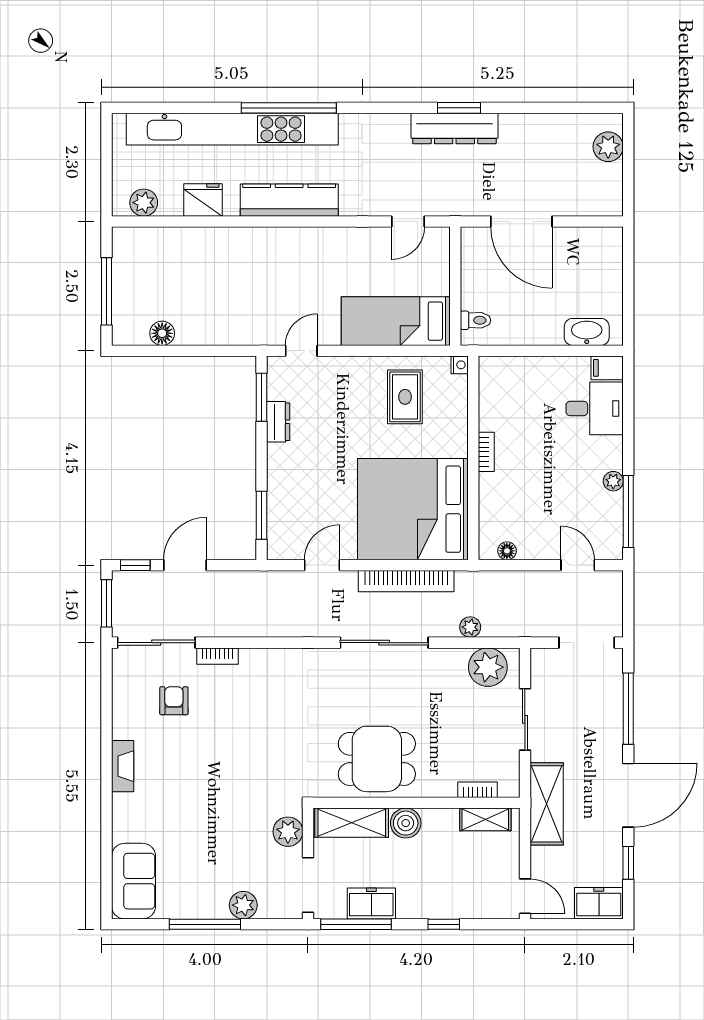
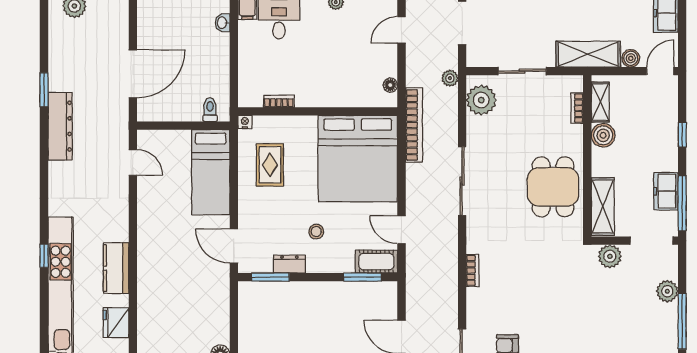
window: (289, 108) -> (44, 256), width x0.32
window: (459, 108) -> (44, 90), moved
kitchen counter: (289, 200) -> (116, 268), width x0.67
washbasin: (587, 332) -> (222, 23), width x0.52, depth x0.69
door: (301, 351) -> (234, 246), width x1.38
rug: (405, 397) -> (270, 165), turned 90
bookcase: (486, 452) -> (279, 101), moved
stool: (320, 456) -> (316, 232), added
cot: (281, 533) -> (376, 262), added
bookcase: (406, 581) -> (414, 125), moved
plant: (470, 627) -> (450, 78), moved
bookcase: (218, 656) -> (473, 270), moved
boiler: (406, 823) -> (603, 135), moved
boiler: (541, 858) -> (631, 58), added

